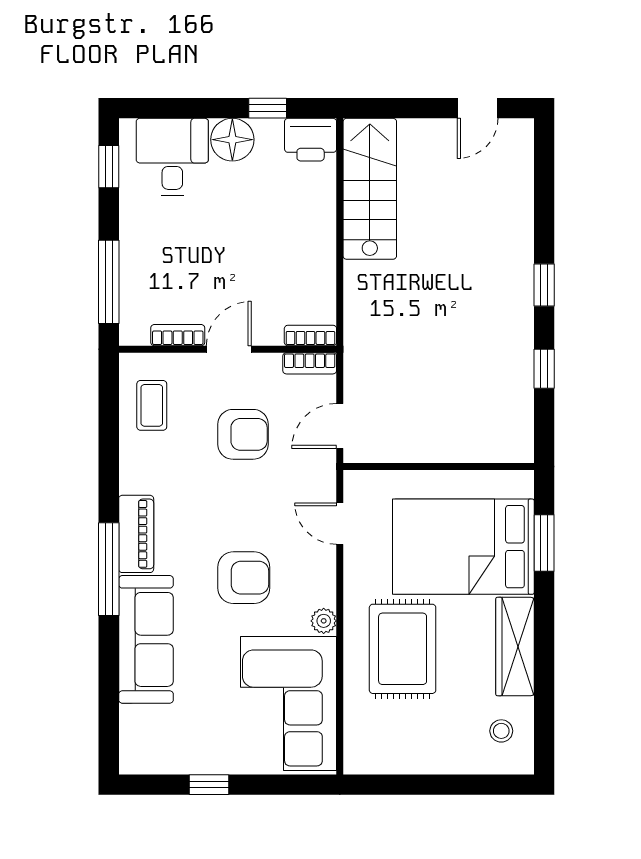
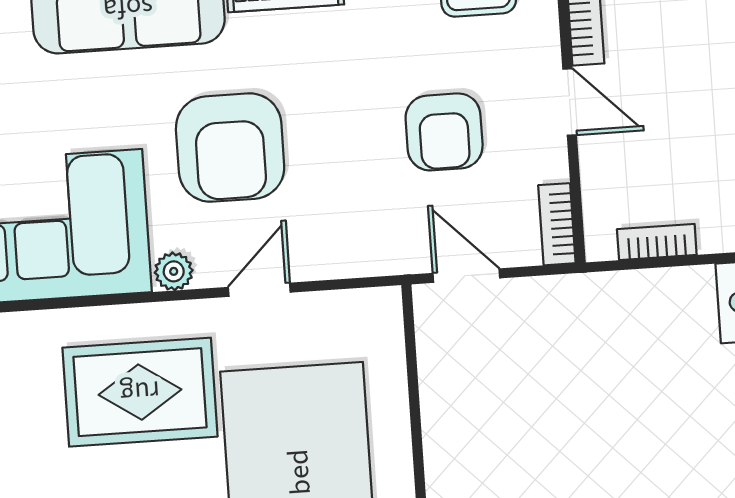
bookcase: (310, 335) -> (657, 242), moved, turned -90
door: (340, 524) -> (259, 290), moved
armchair: (244, 578) -> (230, 148), width x1.36, depth x1.36

